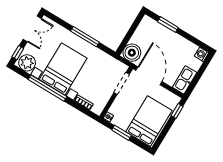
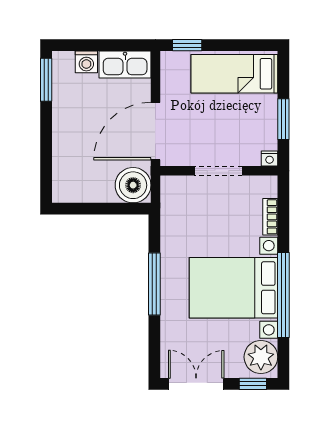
window: (168, 25) -> (46, 80), moved
washing machine: (202, 54) -> (86, 62), moved
doorway: (122, 83) -> (218, 171), moved
bed: (149, 121) -> (234, 74), width x0.67

